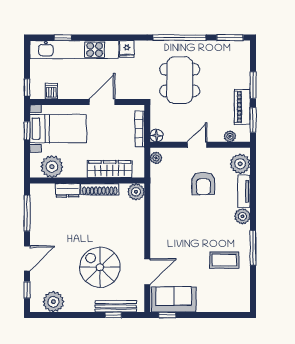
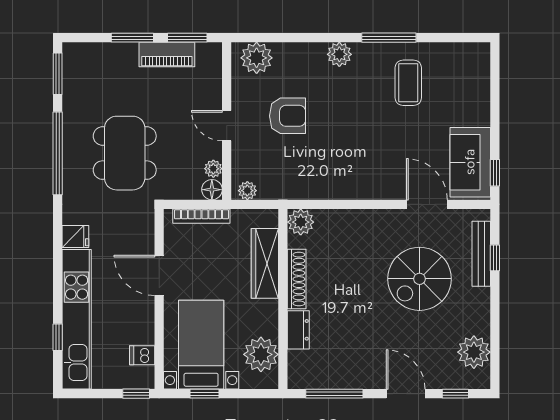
dining table: (180, 80) -> (125, 153), turned 90
plant: (230, 136) -> (213, 169), moved
tv unit: (244, 191) -> (300, 52), removed

